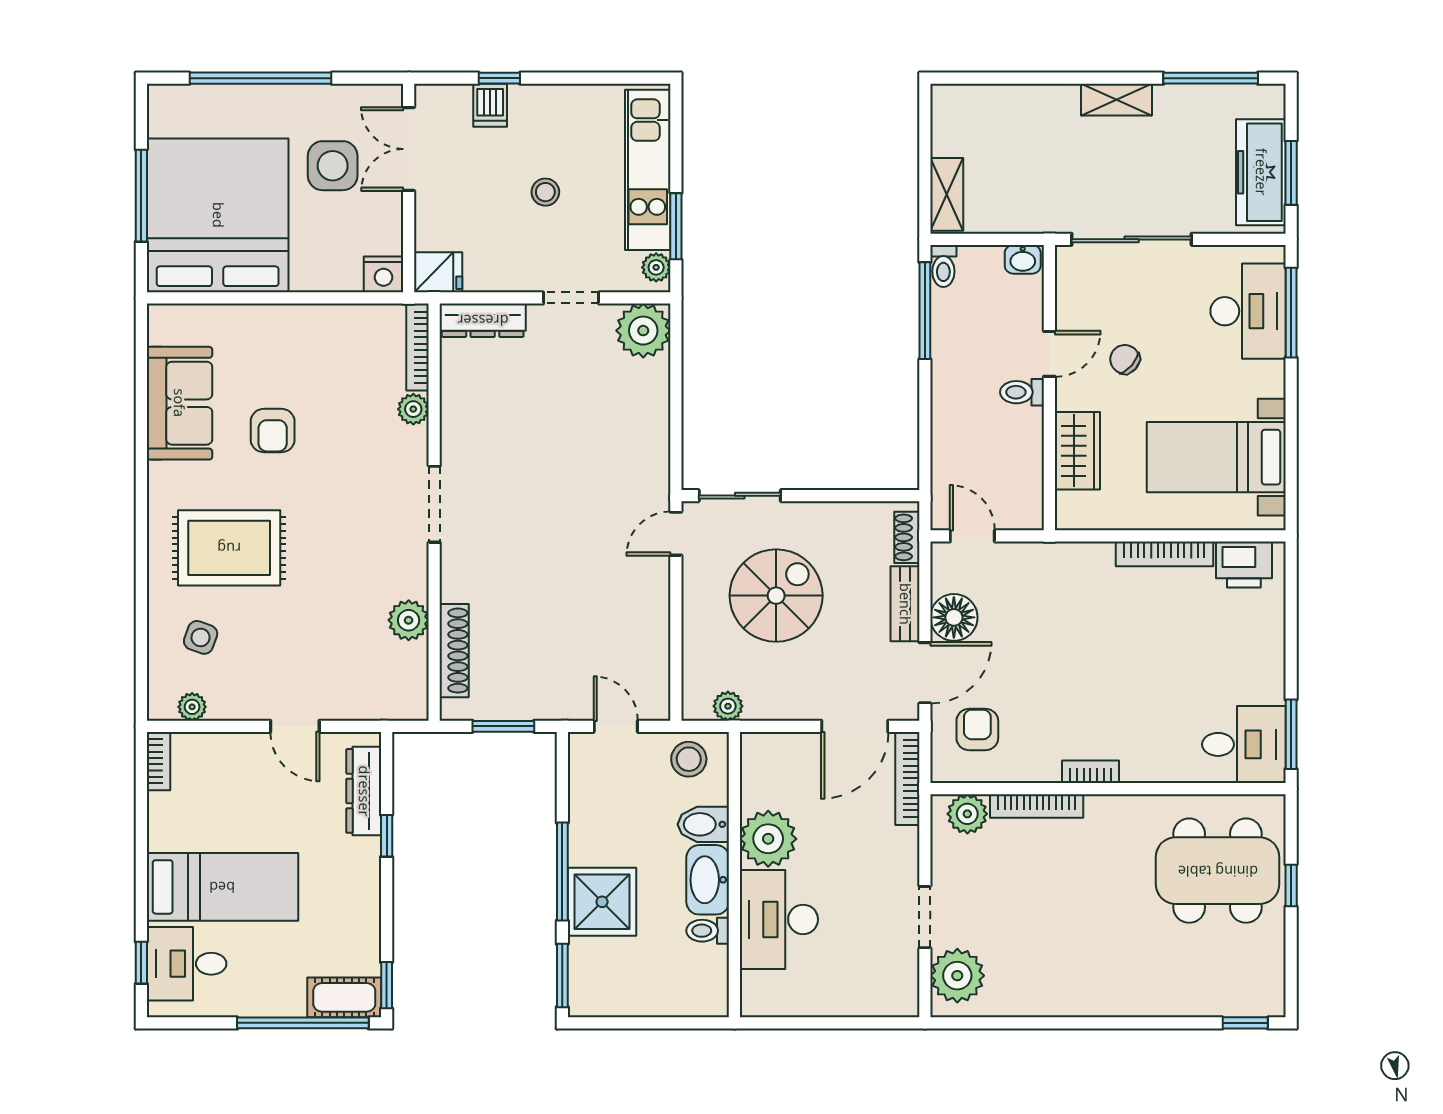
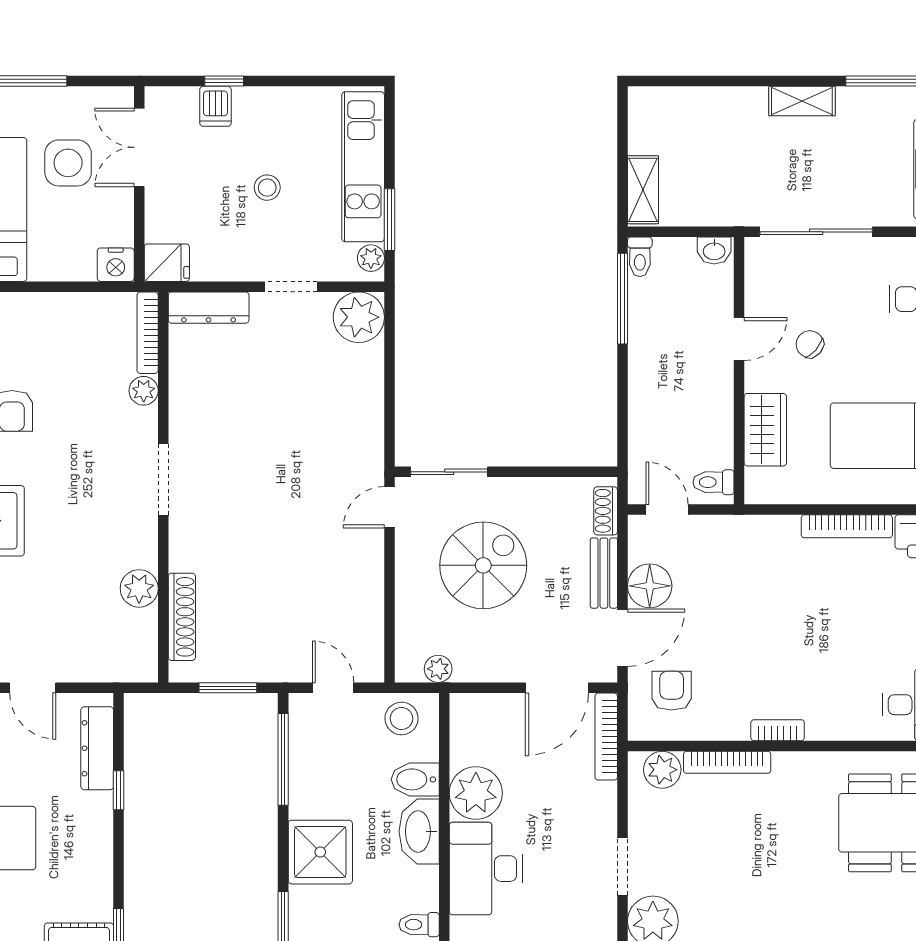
toilet: (1022, 392) -> (713, 482), moved
window: (562, 872) -> (283, 759), moved
toilet: (708, 931) -> (419, 925), moved

